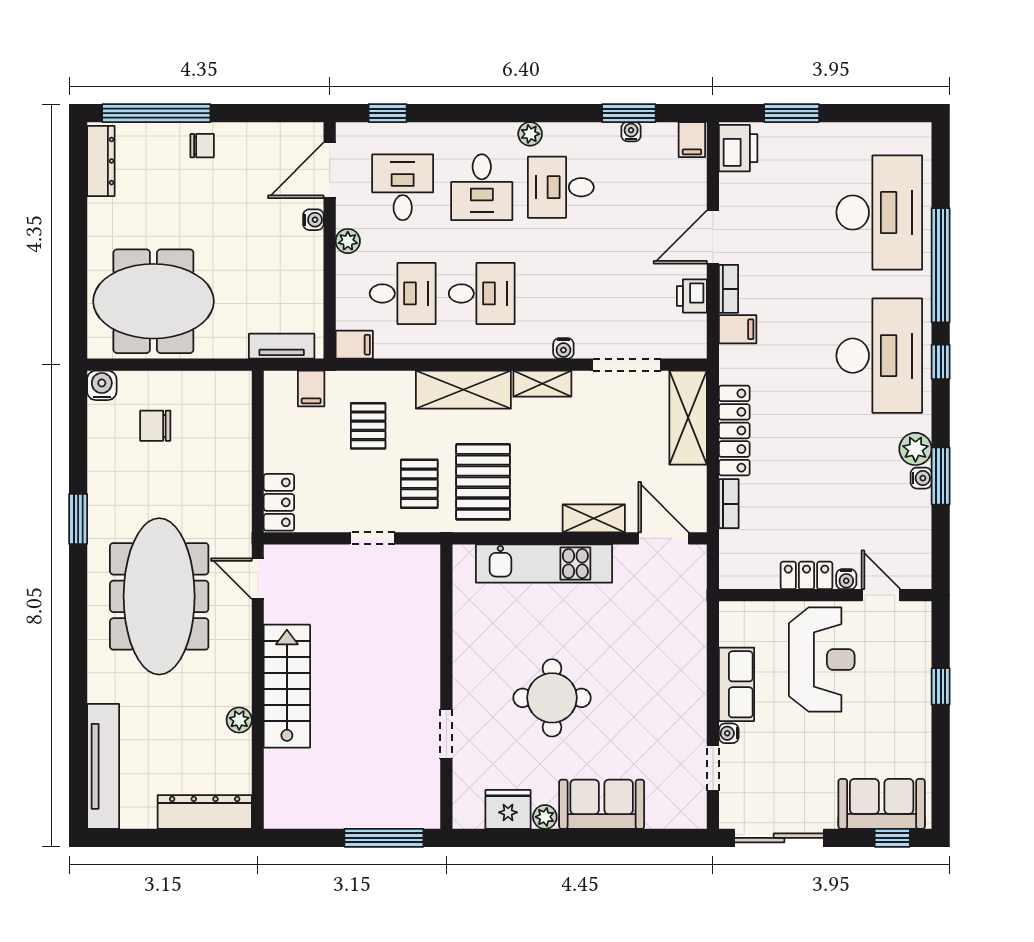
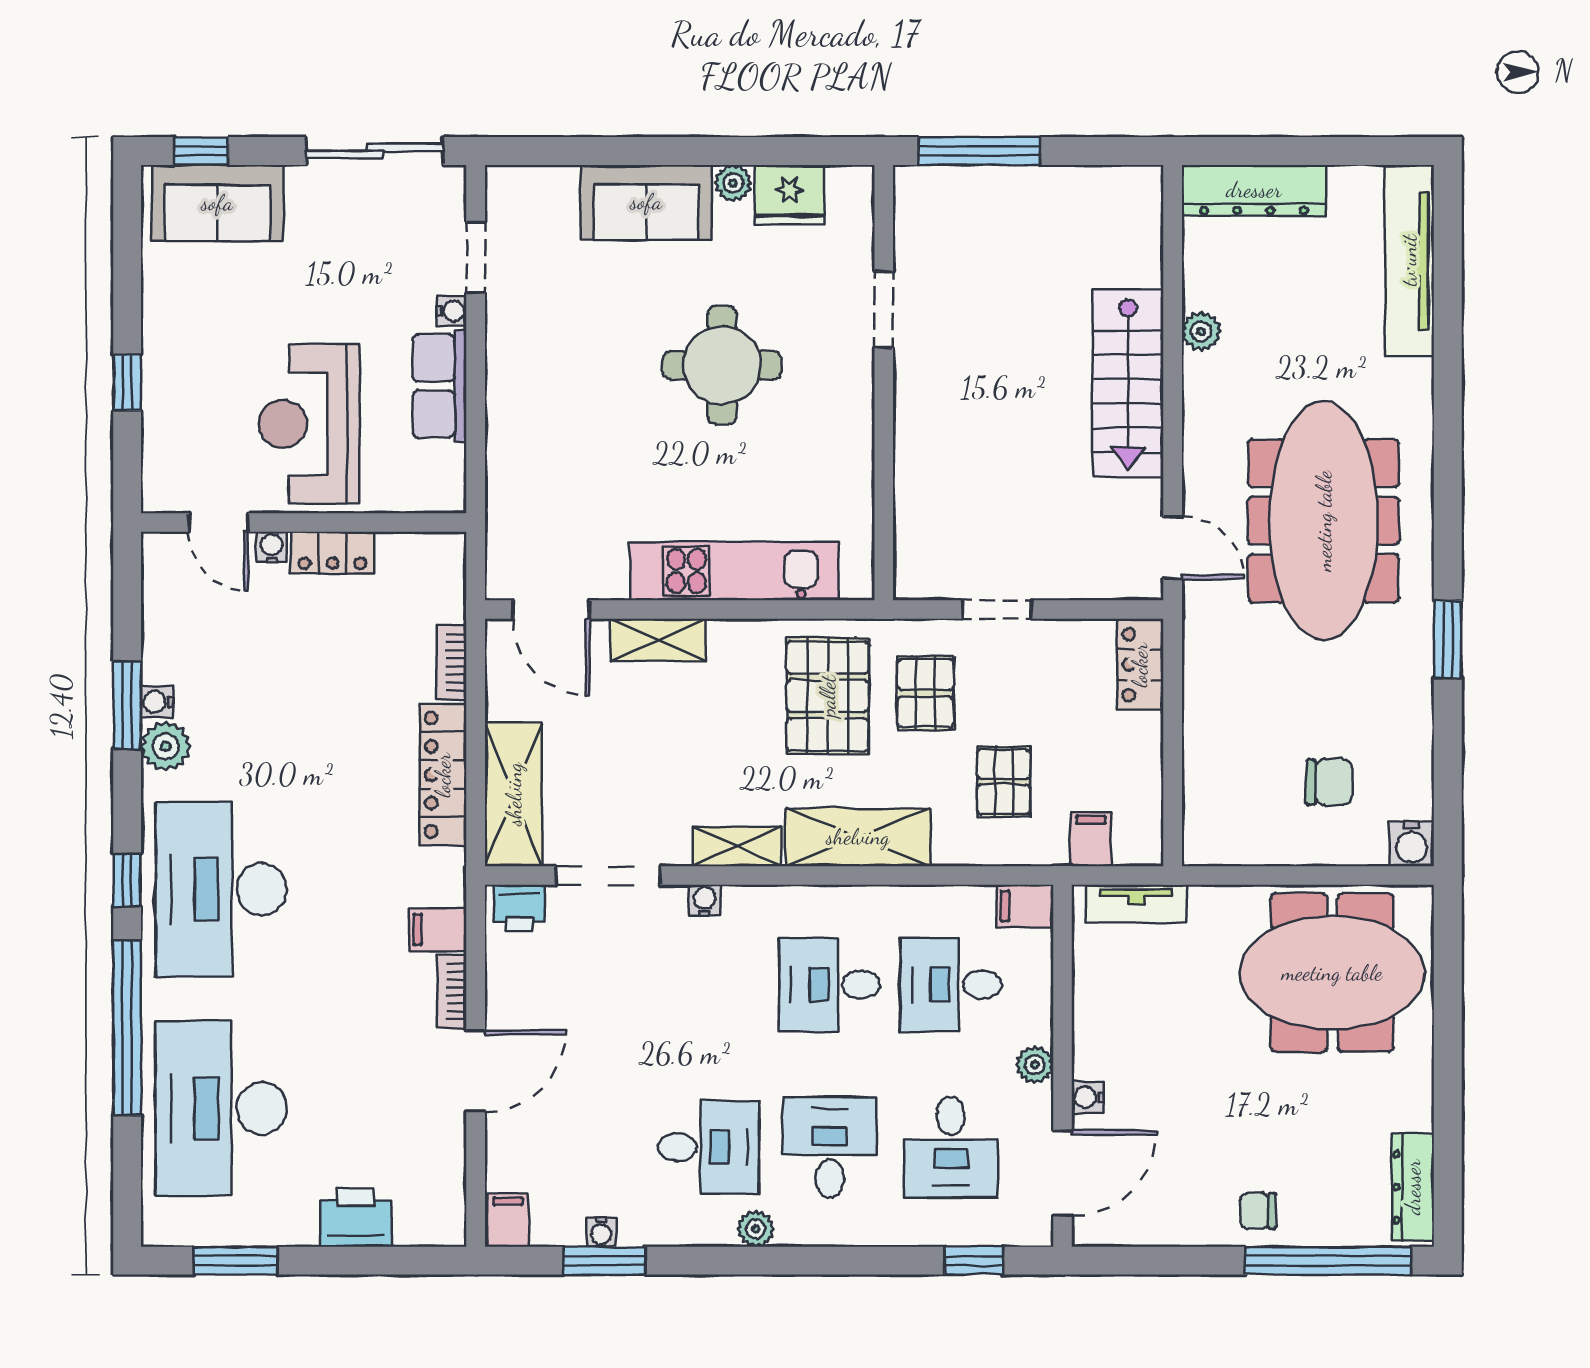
window: (792, 113) -> (236, 1261), moved
printer: (738, 148) -> (356, 1217), moved, turned 90
printer: (692, 296) -> (519, 908), moved, turned 90

